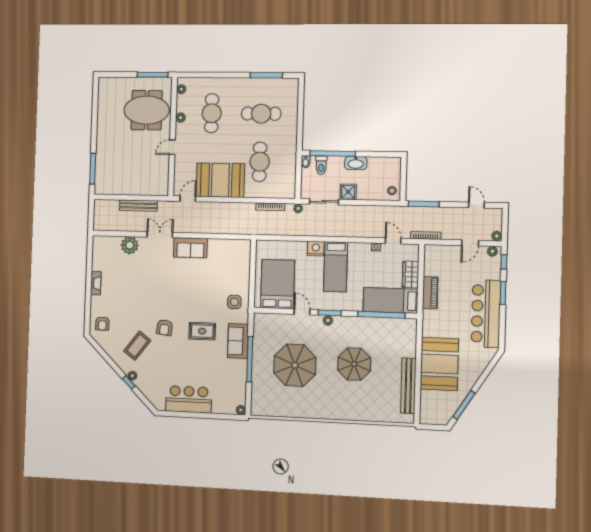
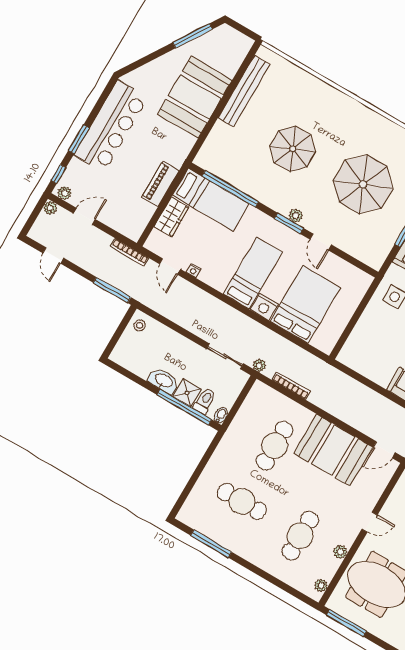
shower: (348, 192) -> (187, 393), moved
bed: (278, 284) -> (305, 304), moved, turned 180

